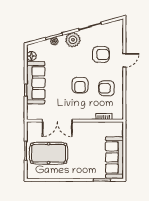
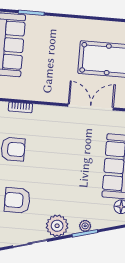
armchair: (80, 85) -> (52, 157), removed

